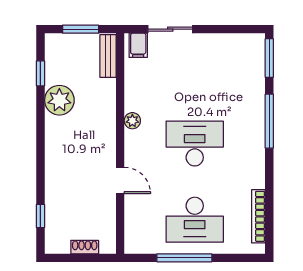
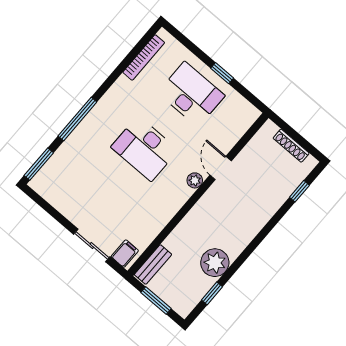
plant: (132, 121) -> (195, 180), moved
shoe rack: (85, 247) -> (291, 146), width x1.43
window: (184, 258) -> (222, 73), width x0.46

